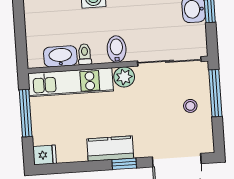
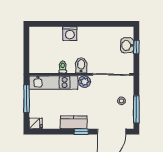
washbasin: (60, 56) -> (49, 67), removed
window: (215, 93) -> (136, 109), moved

